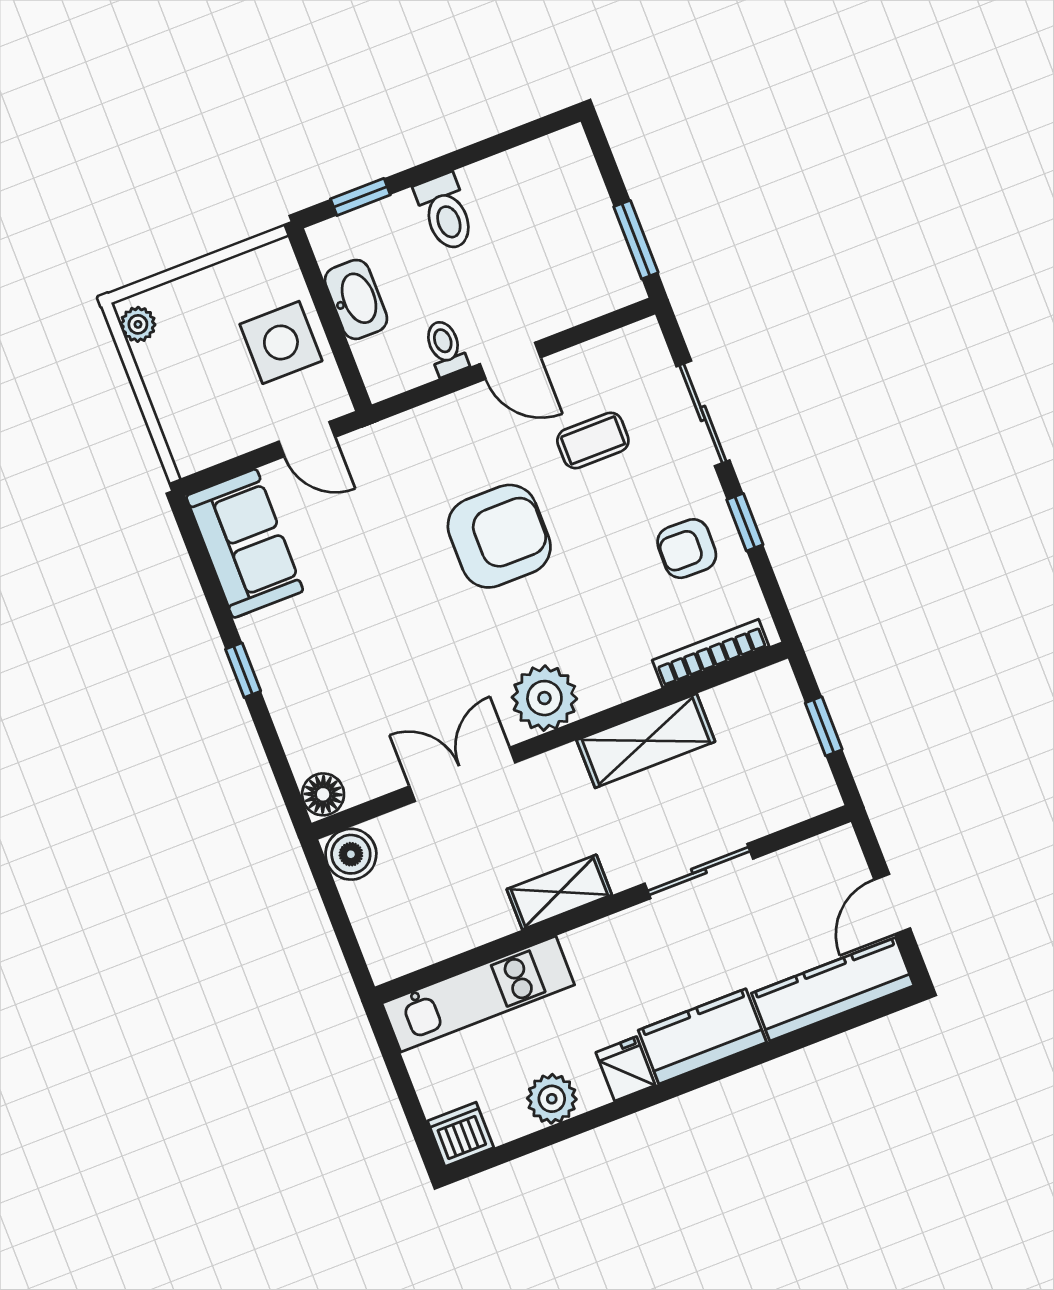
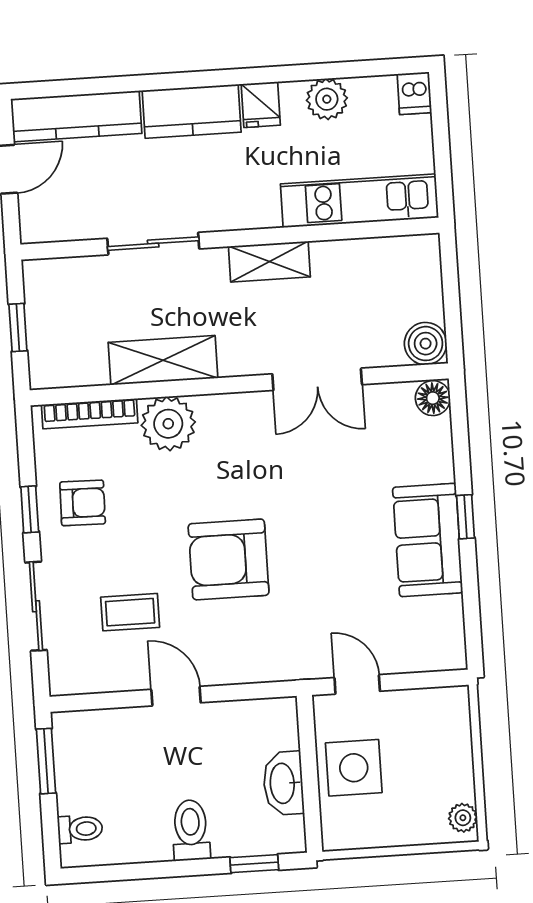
toilet: (445, 348) -> (80, 829), moved, turned -90
sofa: (245, 543) -> (428, 540), moved
plant: (544, 698) -> (168, 424), moved
dishwasher: (461, 1134) -> (414, 93), width x0.73

